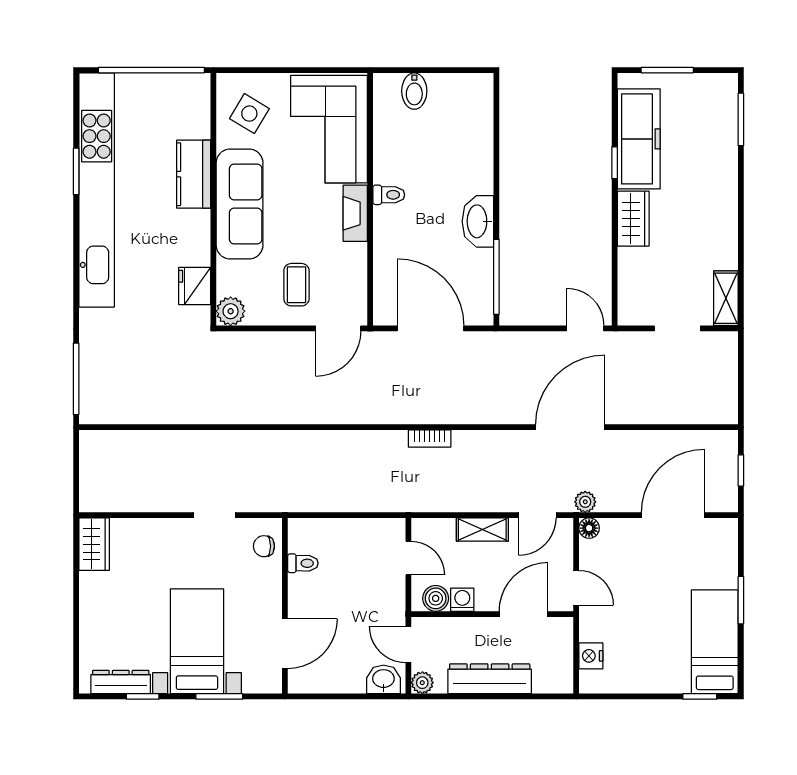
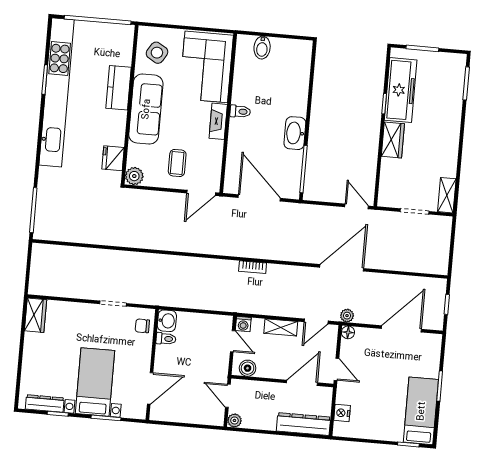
washing machine: (462, 600) -> (243, 324), moved, turned 180
washbasin: (383, 679) -> (167, 321), moved, turned 90
dresser: (490, 679) -> (303, 424), moved

